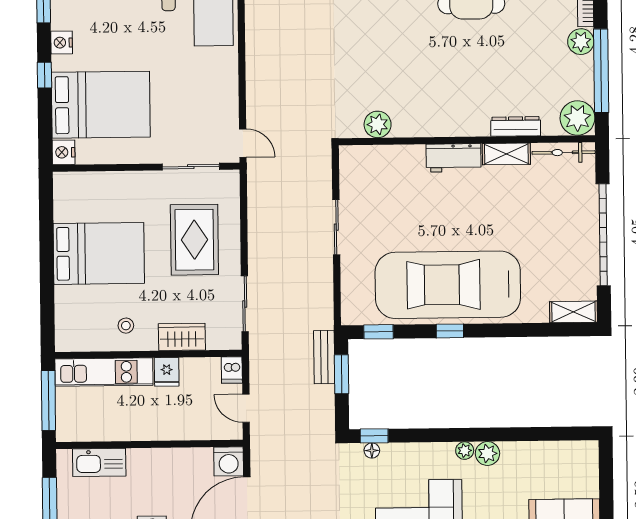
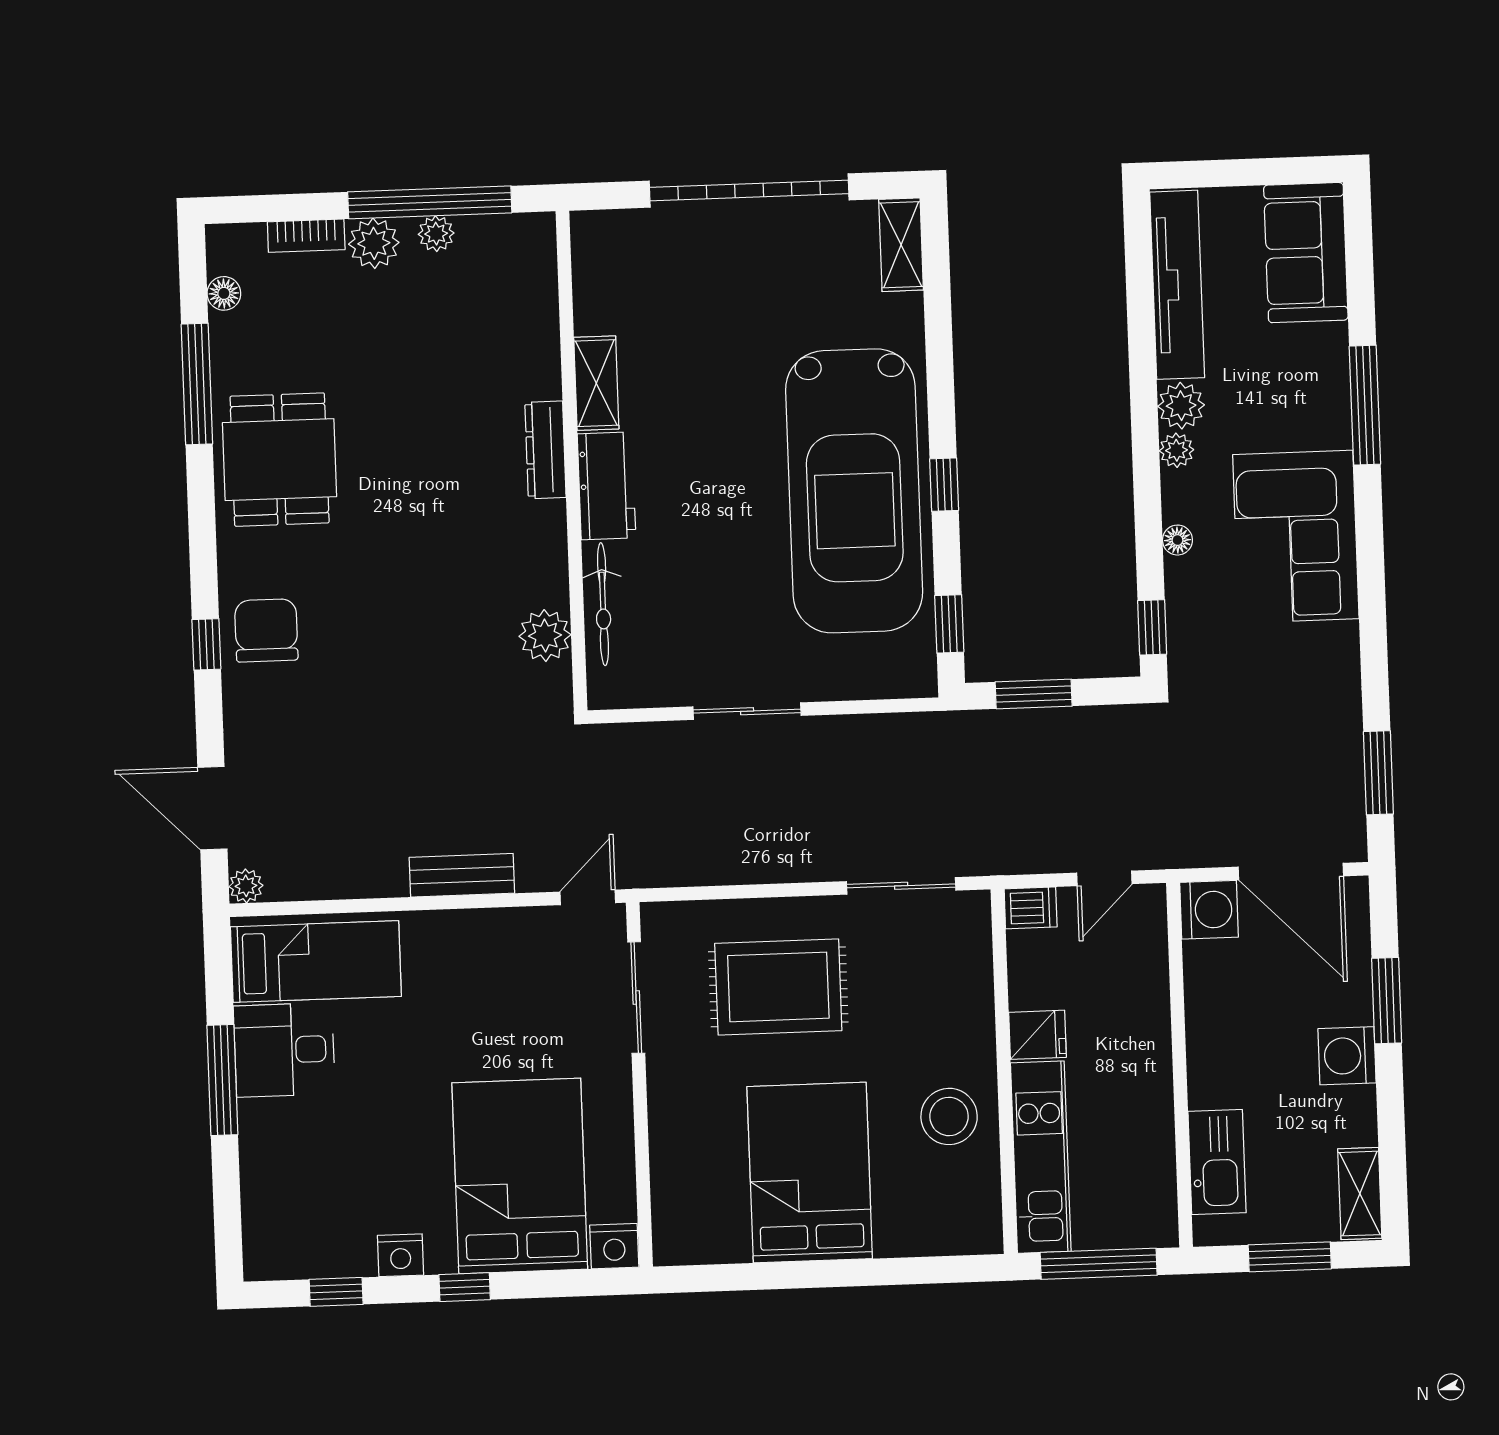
plant: (577, 118) -> (436, 234), moved, width x0.53, depth x0.53
dresser: (516, 126) -> (545, 450), moved
bicycle: (564, 152) -> (603, 604), moved
stool: (126, 326) -> (949, 1116), width x1.89, depth x1.89
wardrobe: (182, 337) -> (969, 1007), removed
bench: (324, 357) -> (462, 875), moved
floor lamp: (372, 451) -> (1177, 540), moved
tv unit: (549, 453) -> (1177, 285), added

